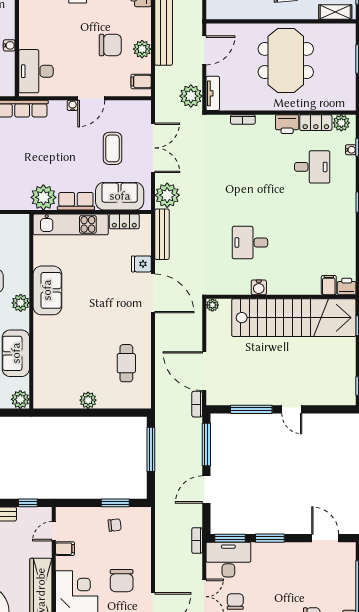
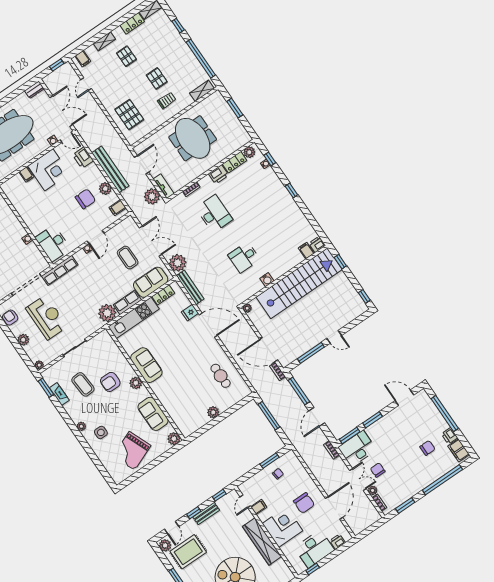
desk: (312, 167) -> (214, 214), moved, width x1.37

